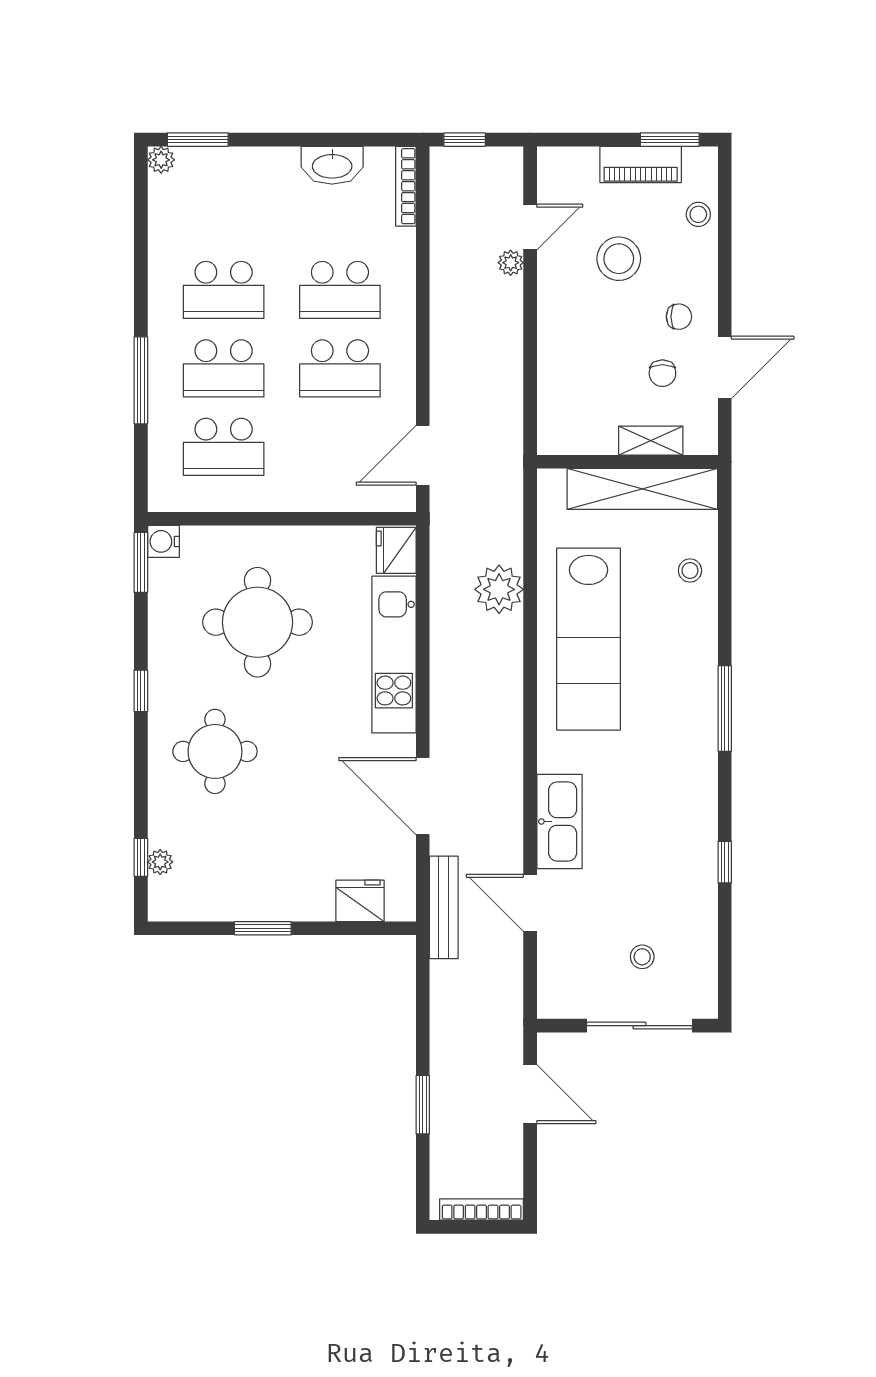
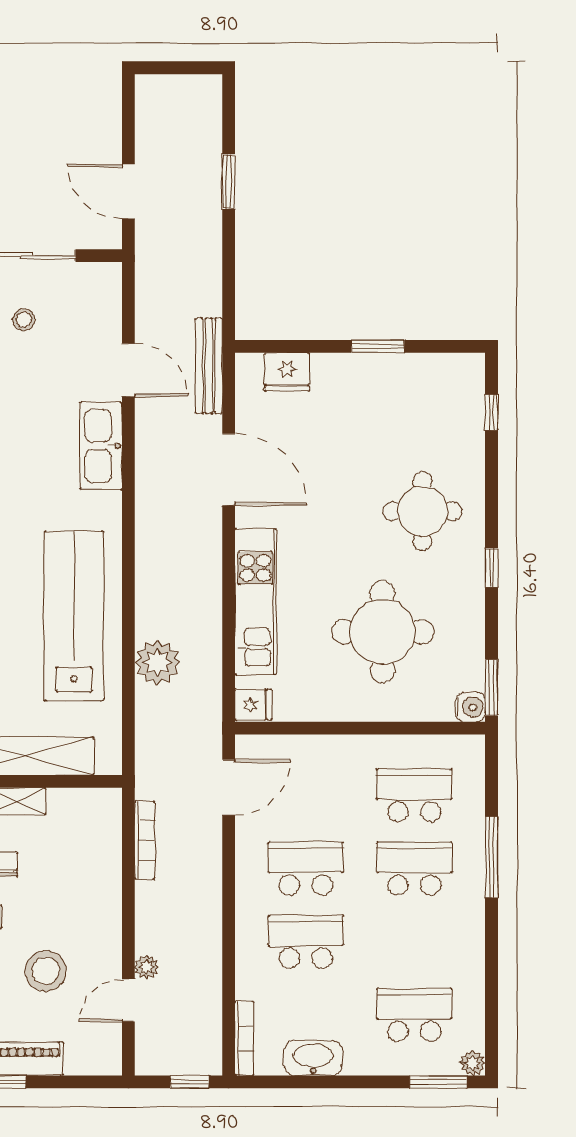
school desk: (224, 290) -> (414, 1015), moved
fridge: (396, 550) -> (253, 705), width x0.72
plant: (160, 862) -> (473, 408), removed
bookcase: (482, 1209) -> (145, 840), moved, turned -90

